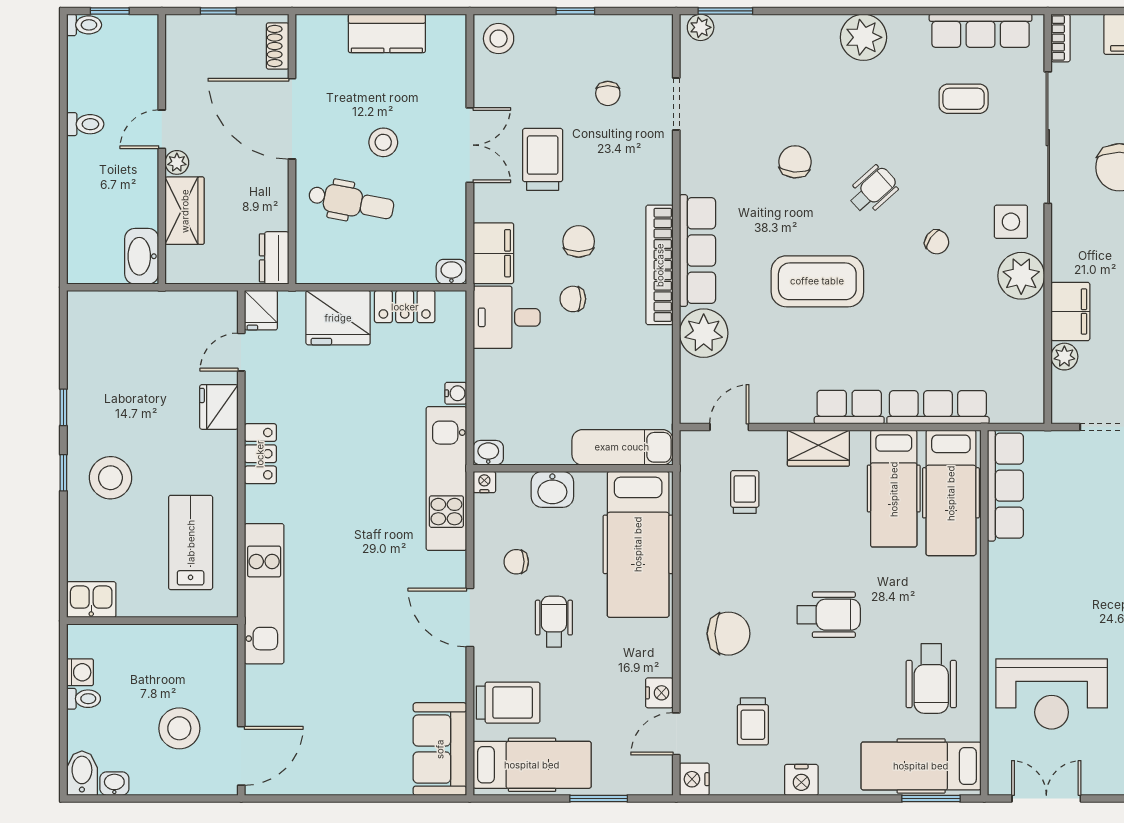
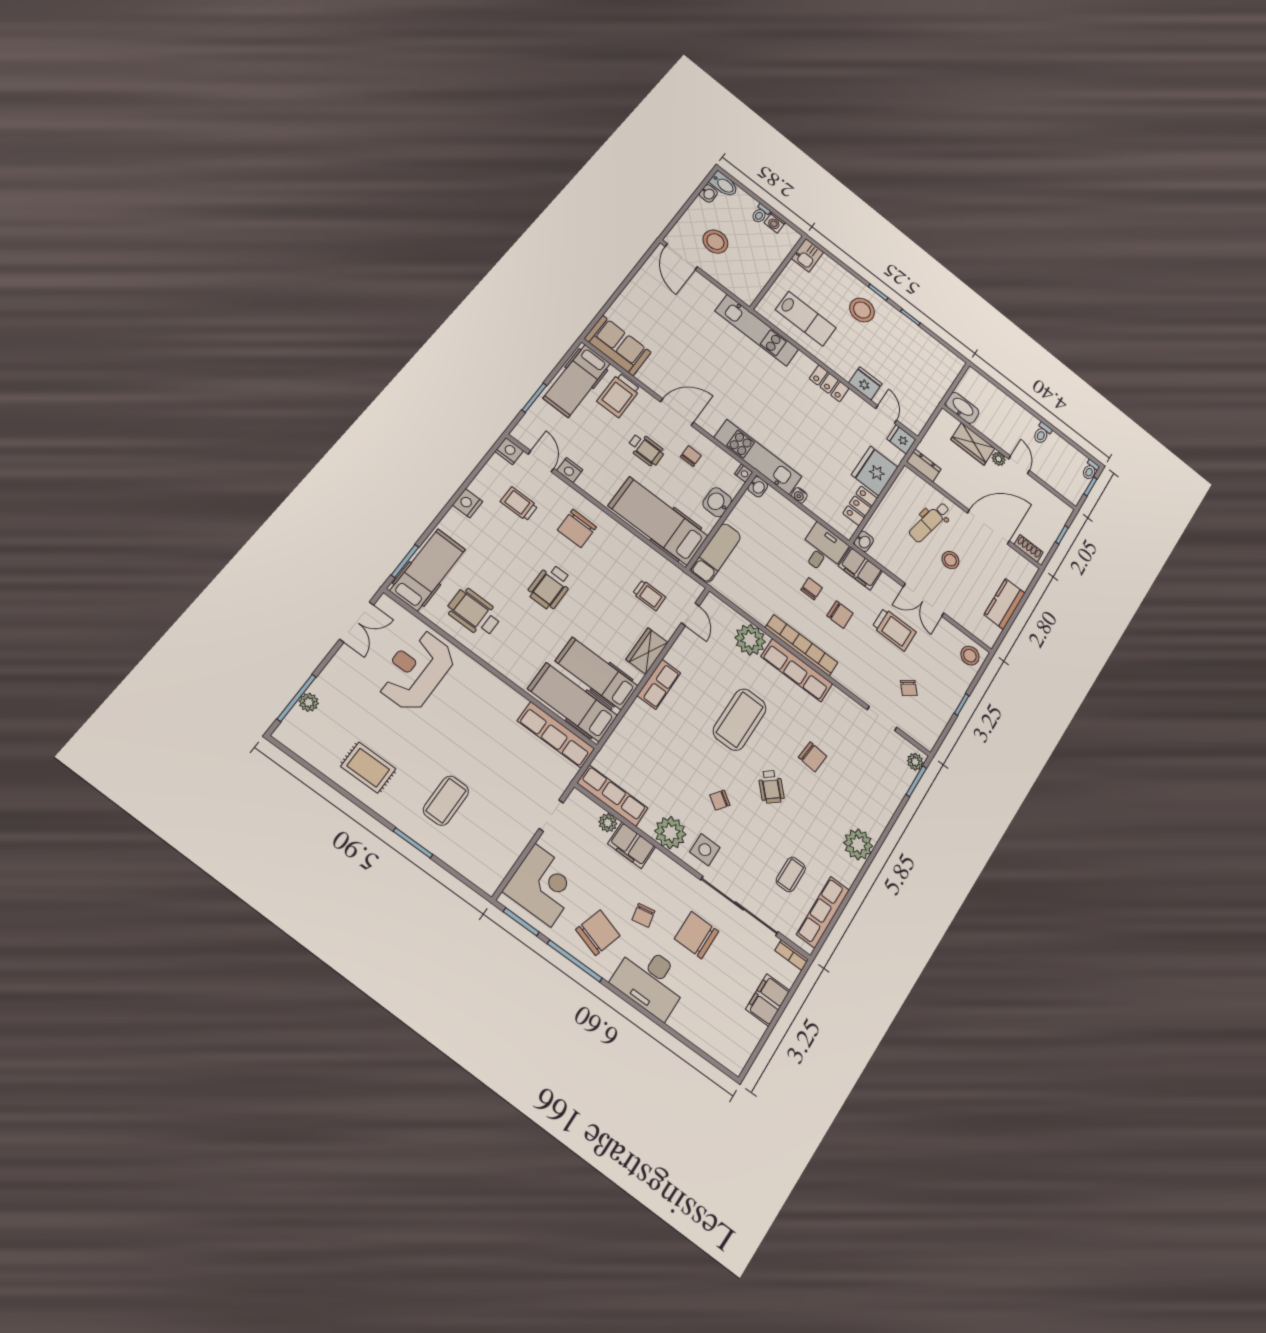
chair: (608, 93) -> (909, 688), turned -129
row of seats: (938, 407) -> (612, 796), moved, turned -90

